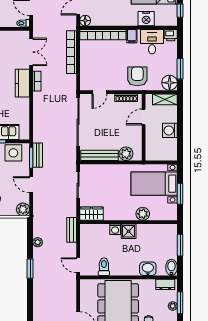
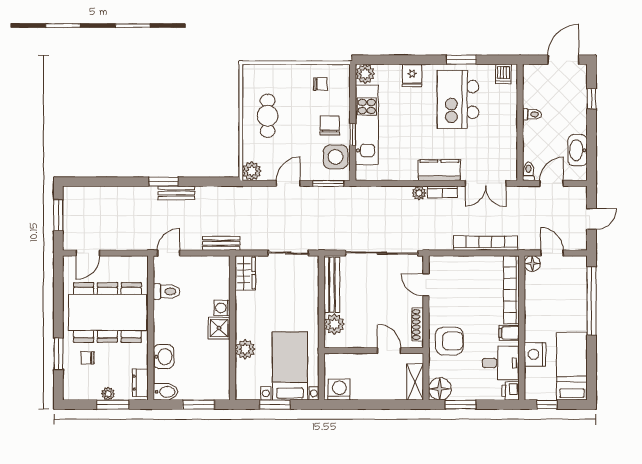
washing machine: (170, 130) -> (339, 390), moved
bench: (38, 155) -> (176, 193), moved
plant: (38, 242) -> (419, 193), moved

